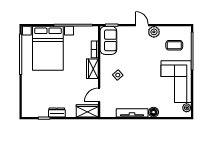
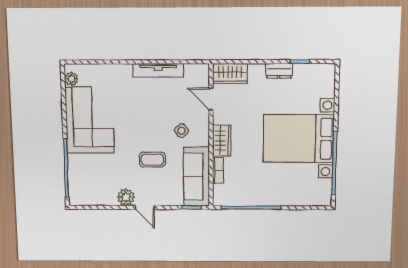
sofa: (108, 40) -> (197, 177), width x1.36
coffee table: (174, 45) -> (152, 160), moved
bed with nightstands: (48, 48) -> (298, 139), moved, turned -90
door: (99, 95) -> (211, 99), swing flipped
floor lamp: (154, 112) -> (124, 72), removed

